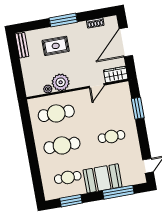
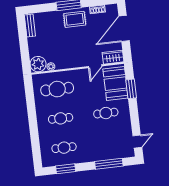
rug: (56, 46) -> (75, 19), moved
plant: (61, 82) -> (38, 64), moved
cafe table: (62, 145) -> (61, 118), width x0.73, depth x0.74
booth: (103, 178) -> (116, 84), moved, turned 90

